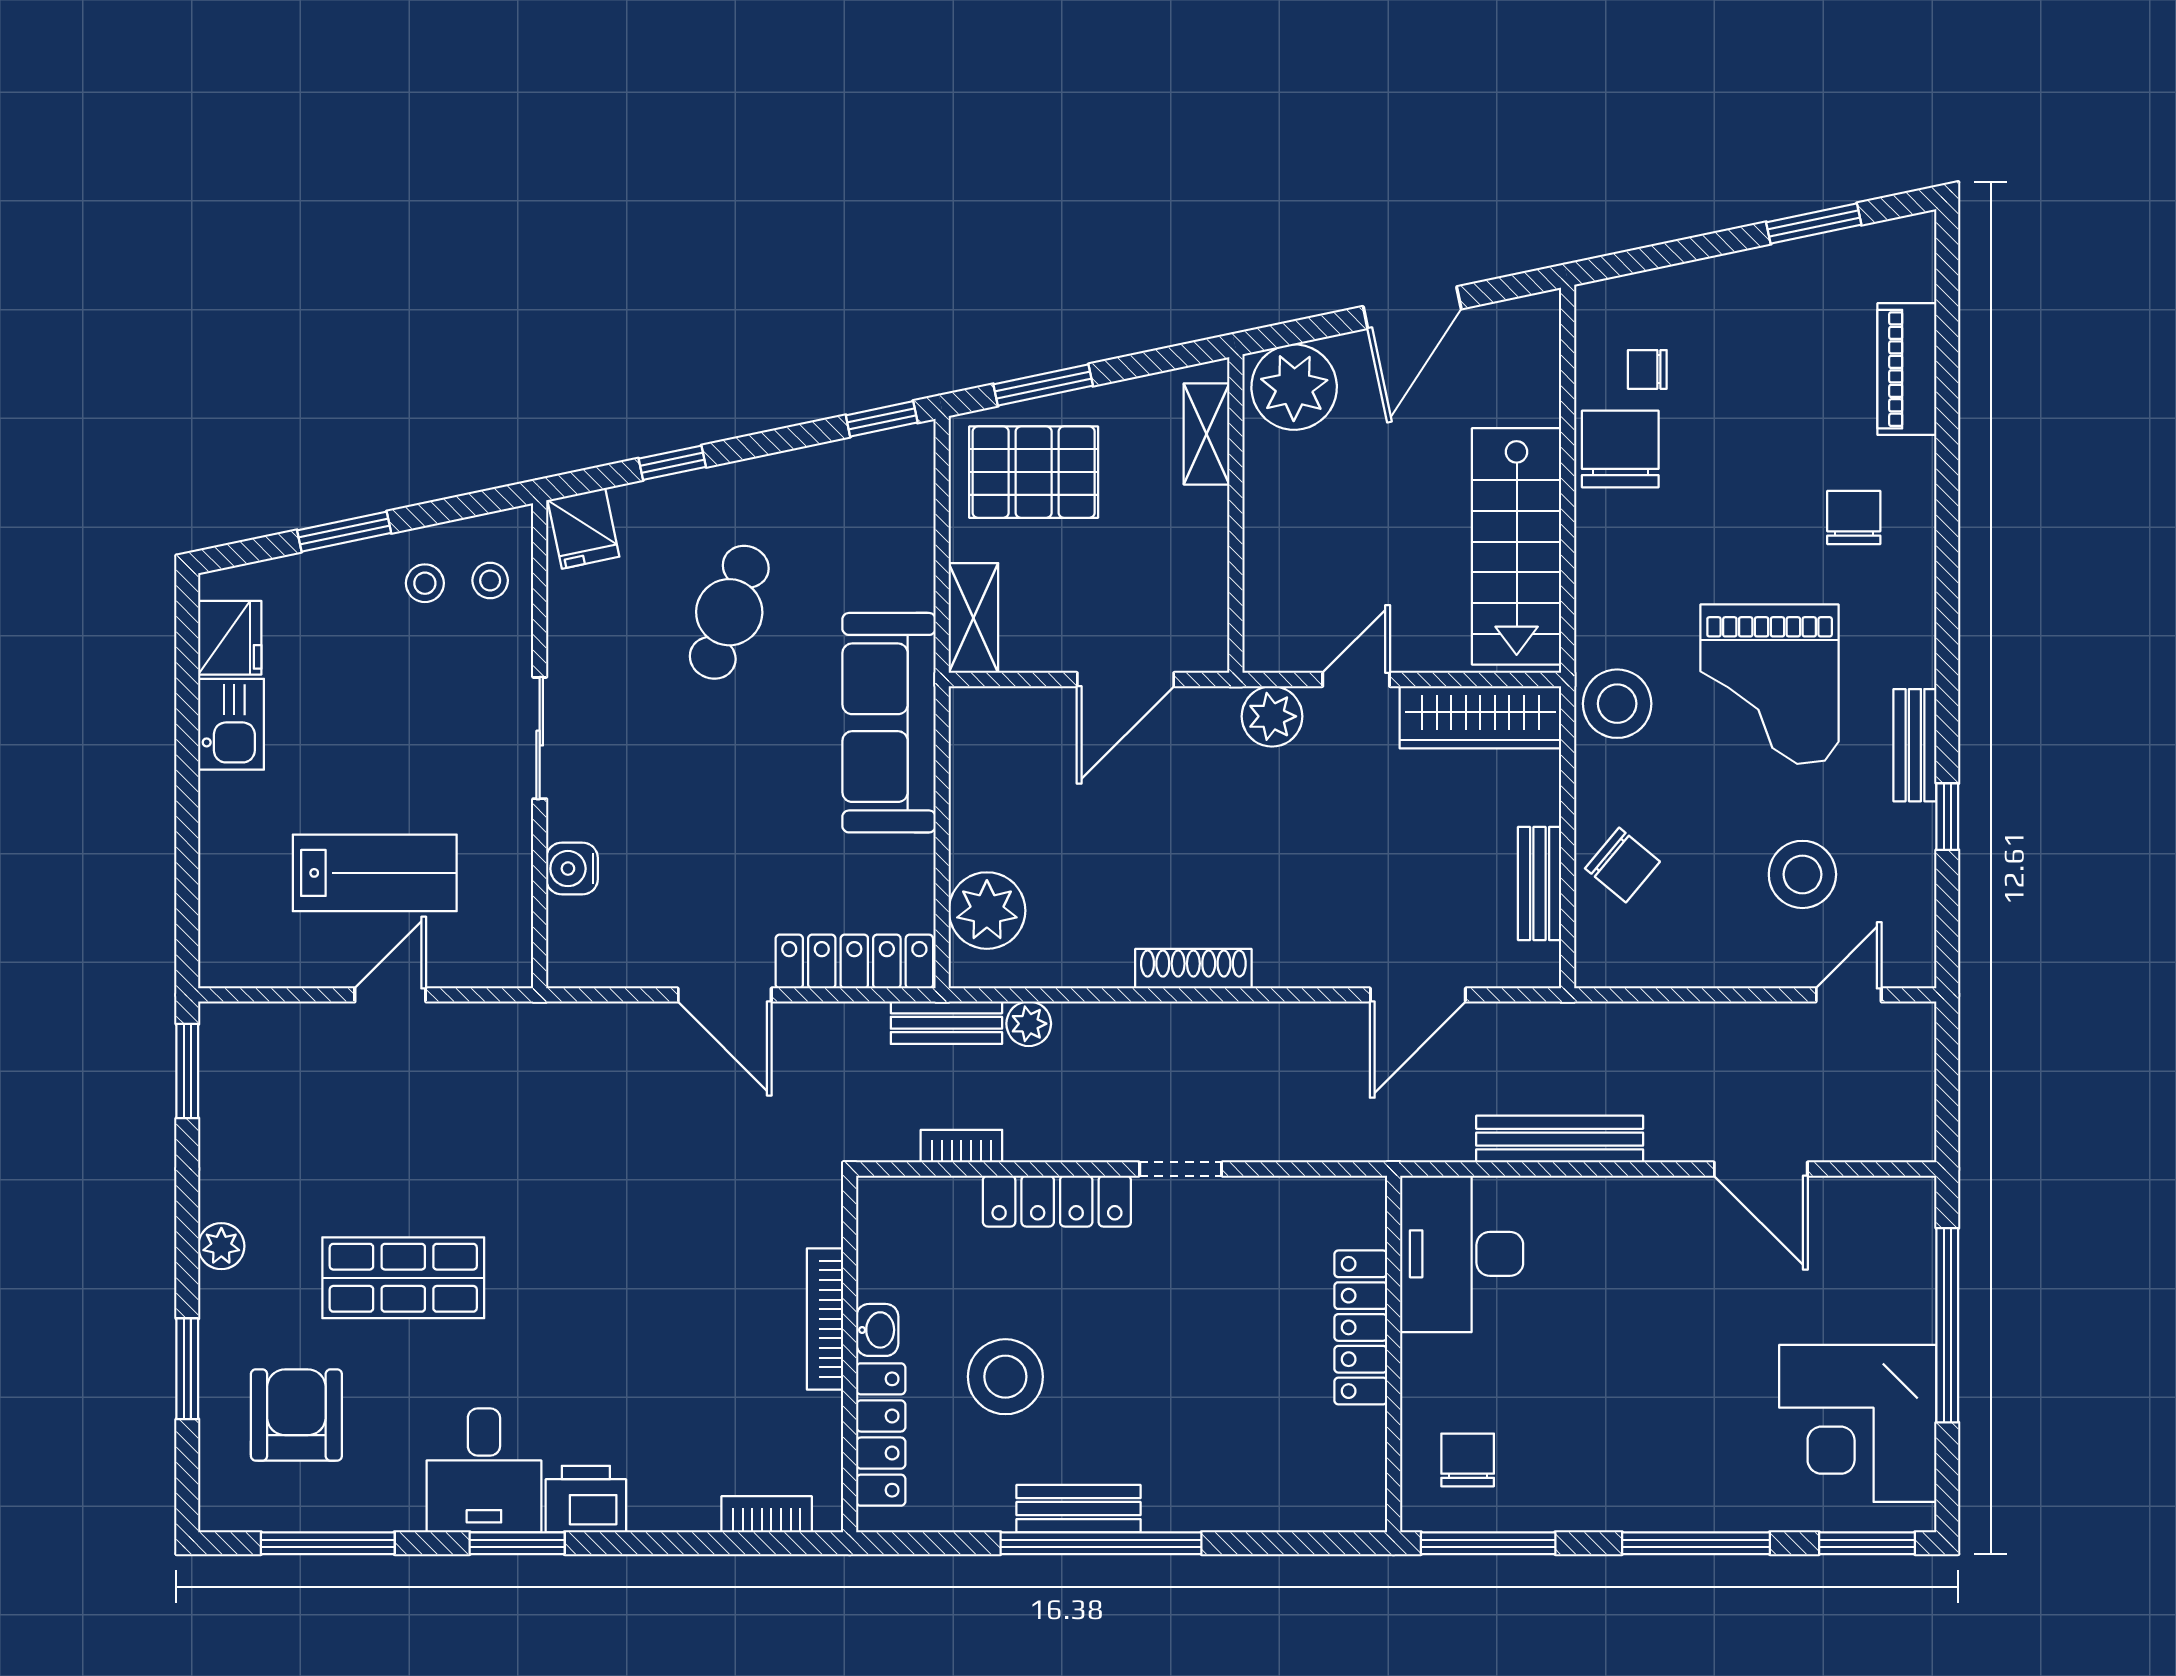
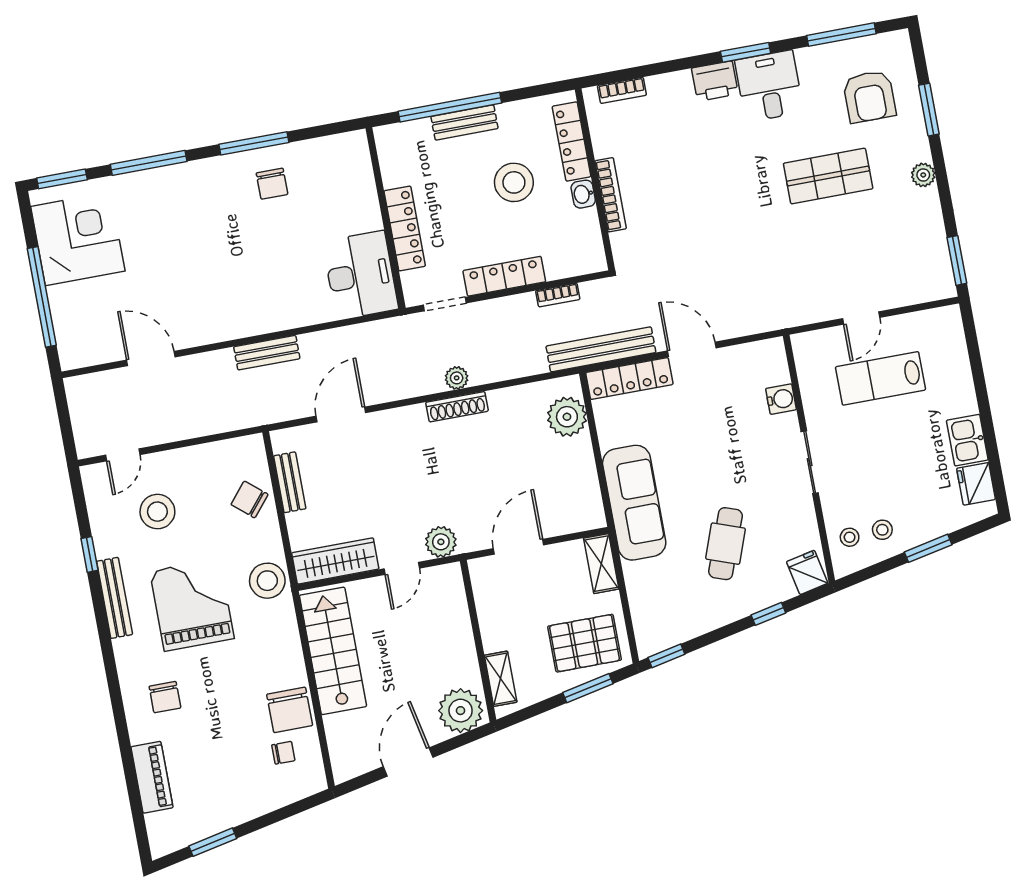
bench: (1915, 745) -> (115, 598), width x1.36
bench: (946, 1023) -> (601, 349), width x1.86, depth x1.21
plant: (1029, 1024) -> (457, 378), moved
bench: (1560, 1139) -> (267, 353), width x0.73
desk: (1462, 1254) -> (360, 275), moved
locker: (1361, 1327) -> (405, 228), moved
wall: (1394, 1354) -> (386, 218), moved

